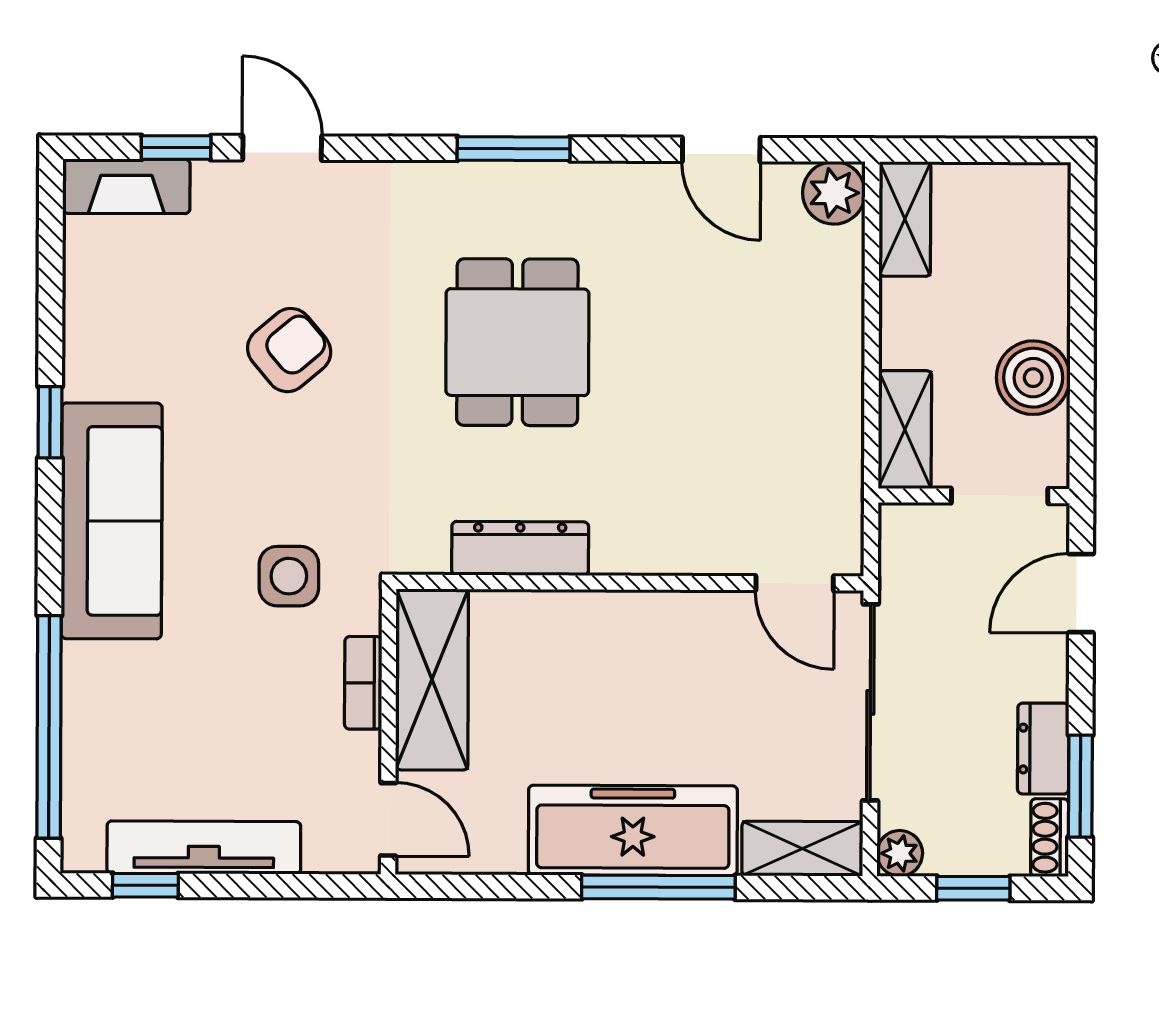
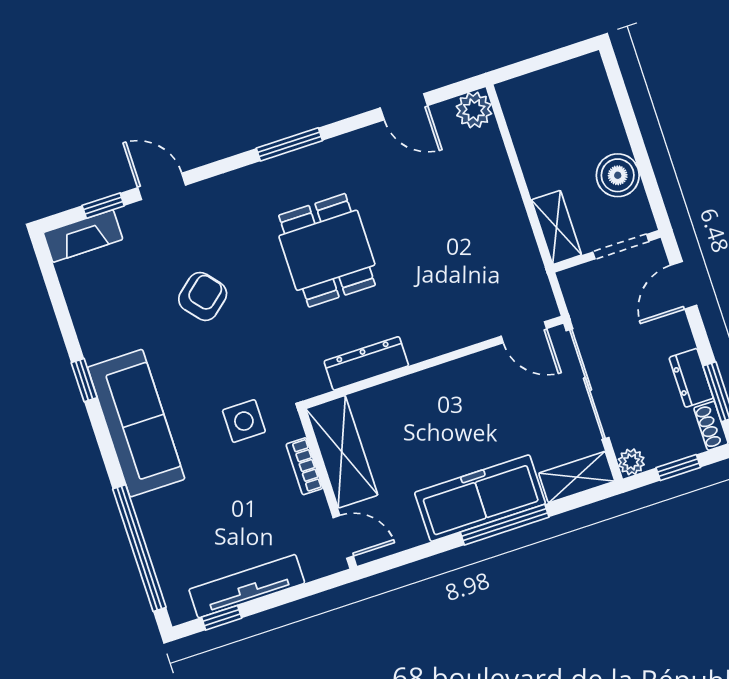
shelving: (905, 219) -> (518, 111), removed

